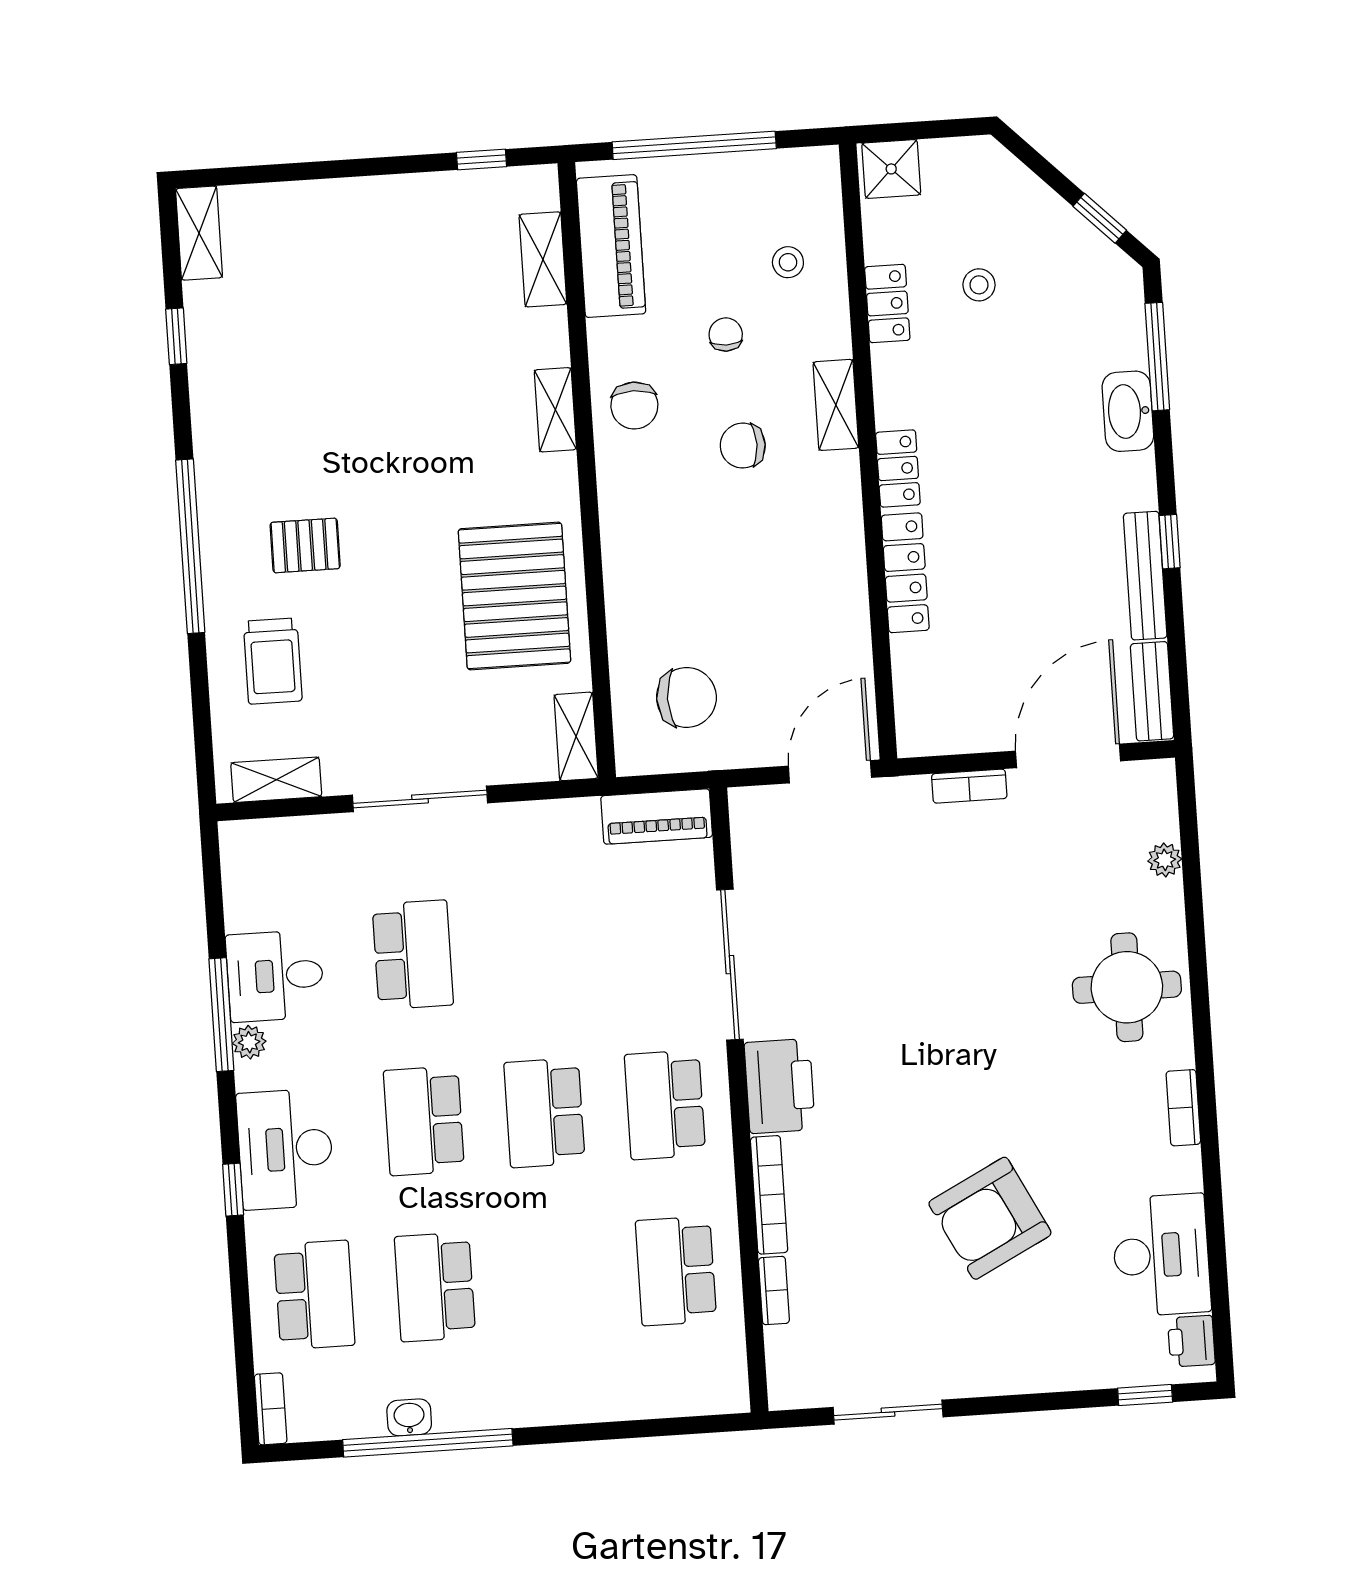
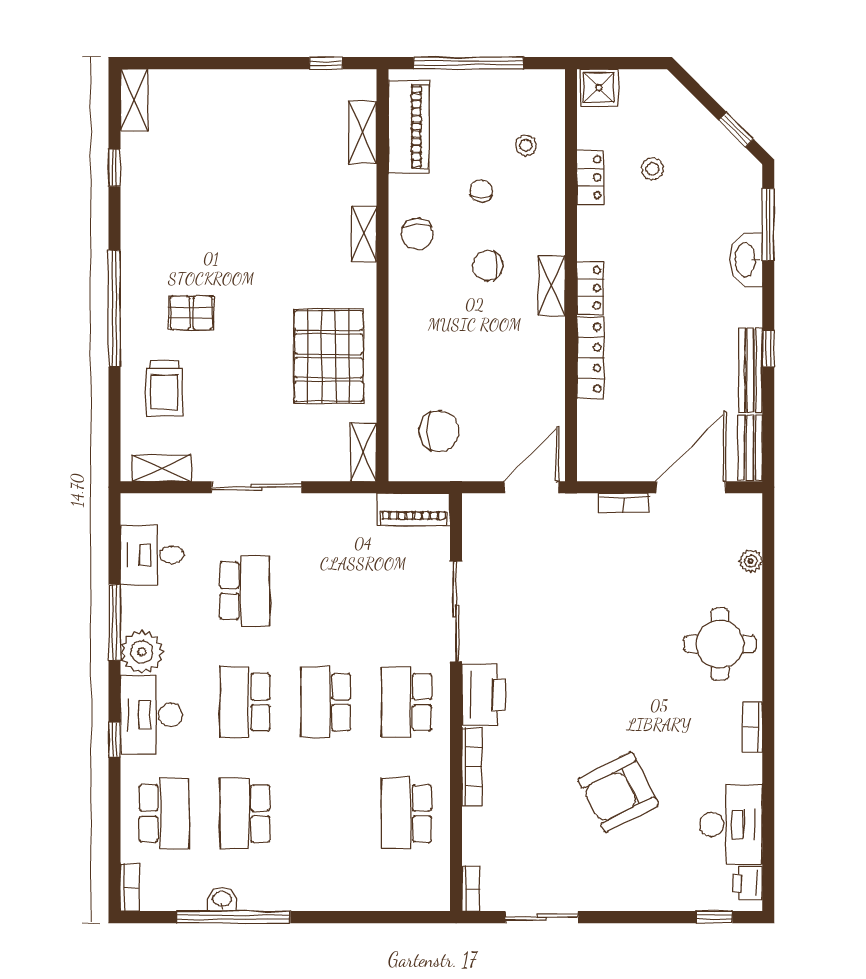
shelving: (836, 405) -> (552, 285), moved
desk: (275, 976) -> (152, 555), moved
plant: (249, 1042) -> (142, 652), width x1.87, depth x1.87
bookcase: (774, 1290) -> (471, 889), moved

